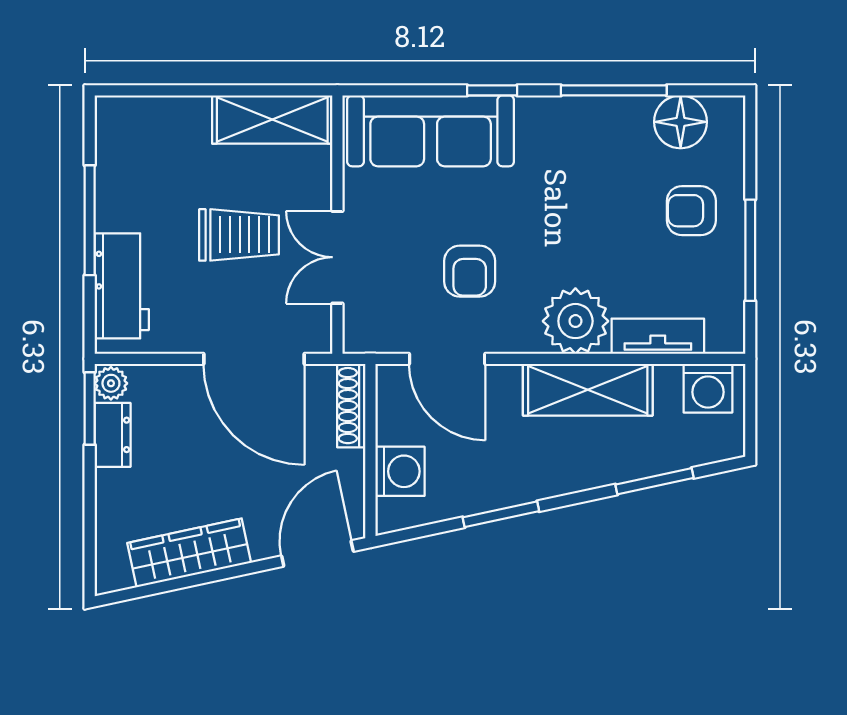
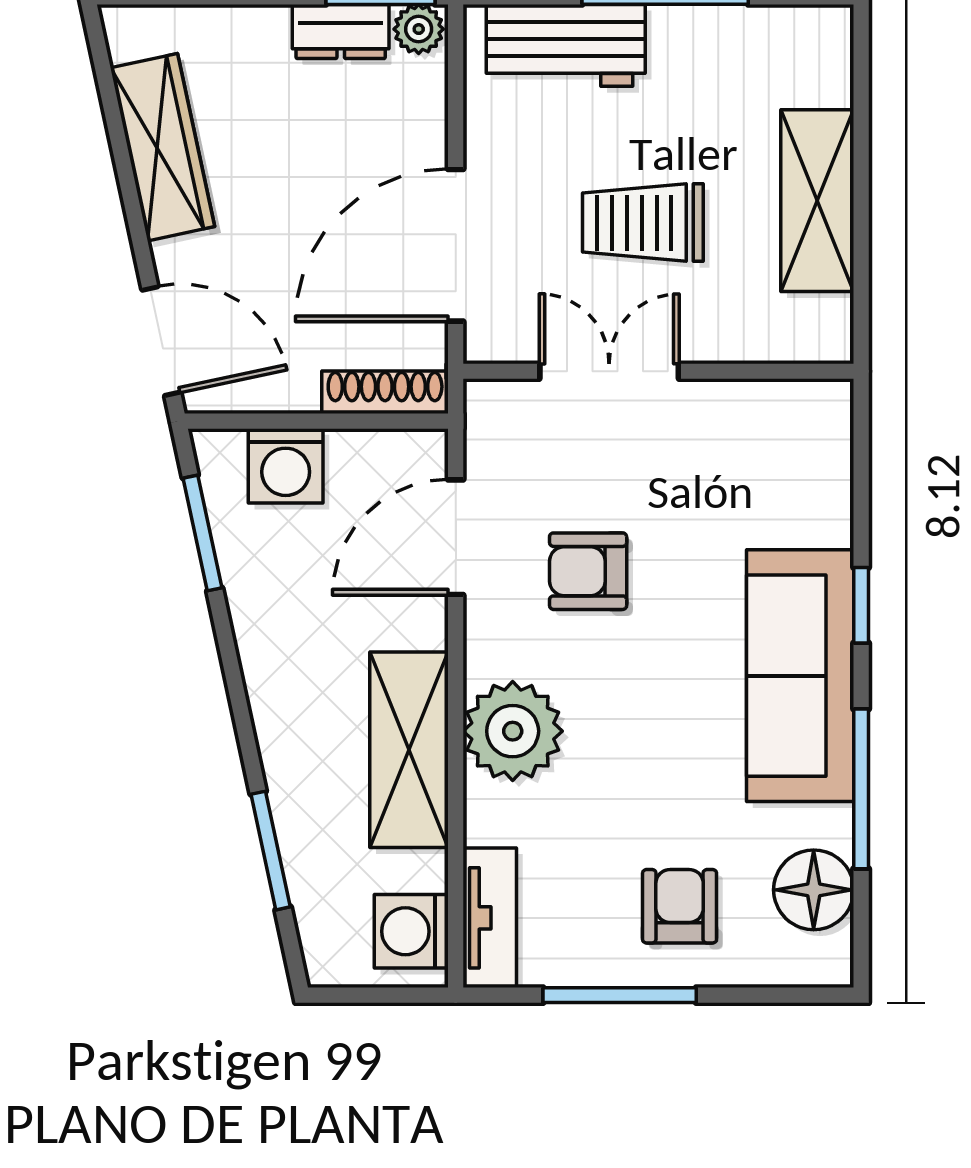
shelving: (272, 119) -> (817, 201), moved
sofa: (431, 131) -> (800, 676), moved
trolley: (239, 235) -> (643, 223), turned 90
tv unit: (658, 336) -> (490, 918), moved
window: (501, 514) -> (202, 533), moved

